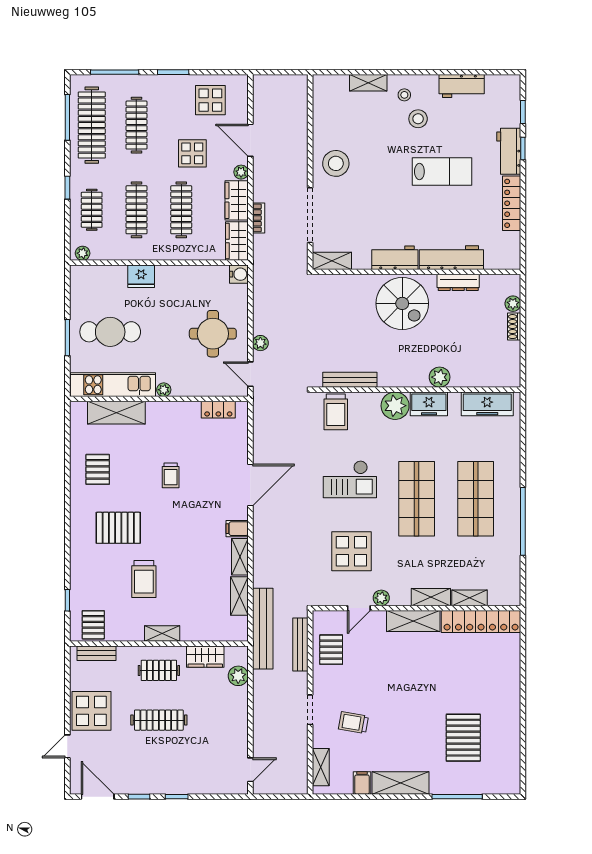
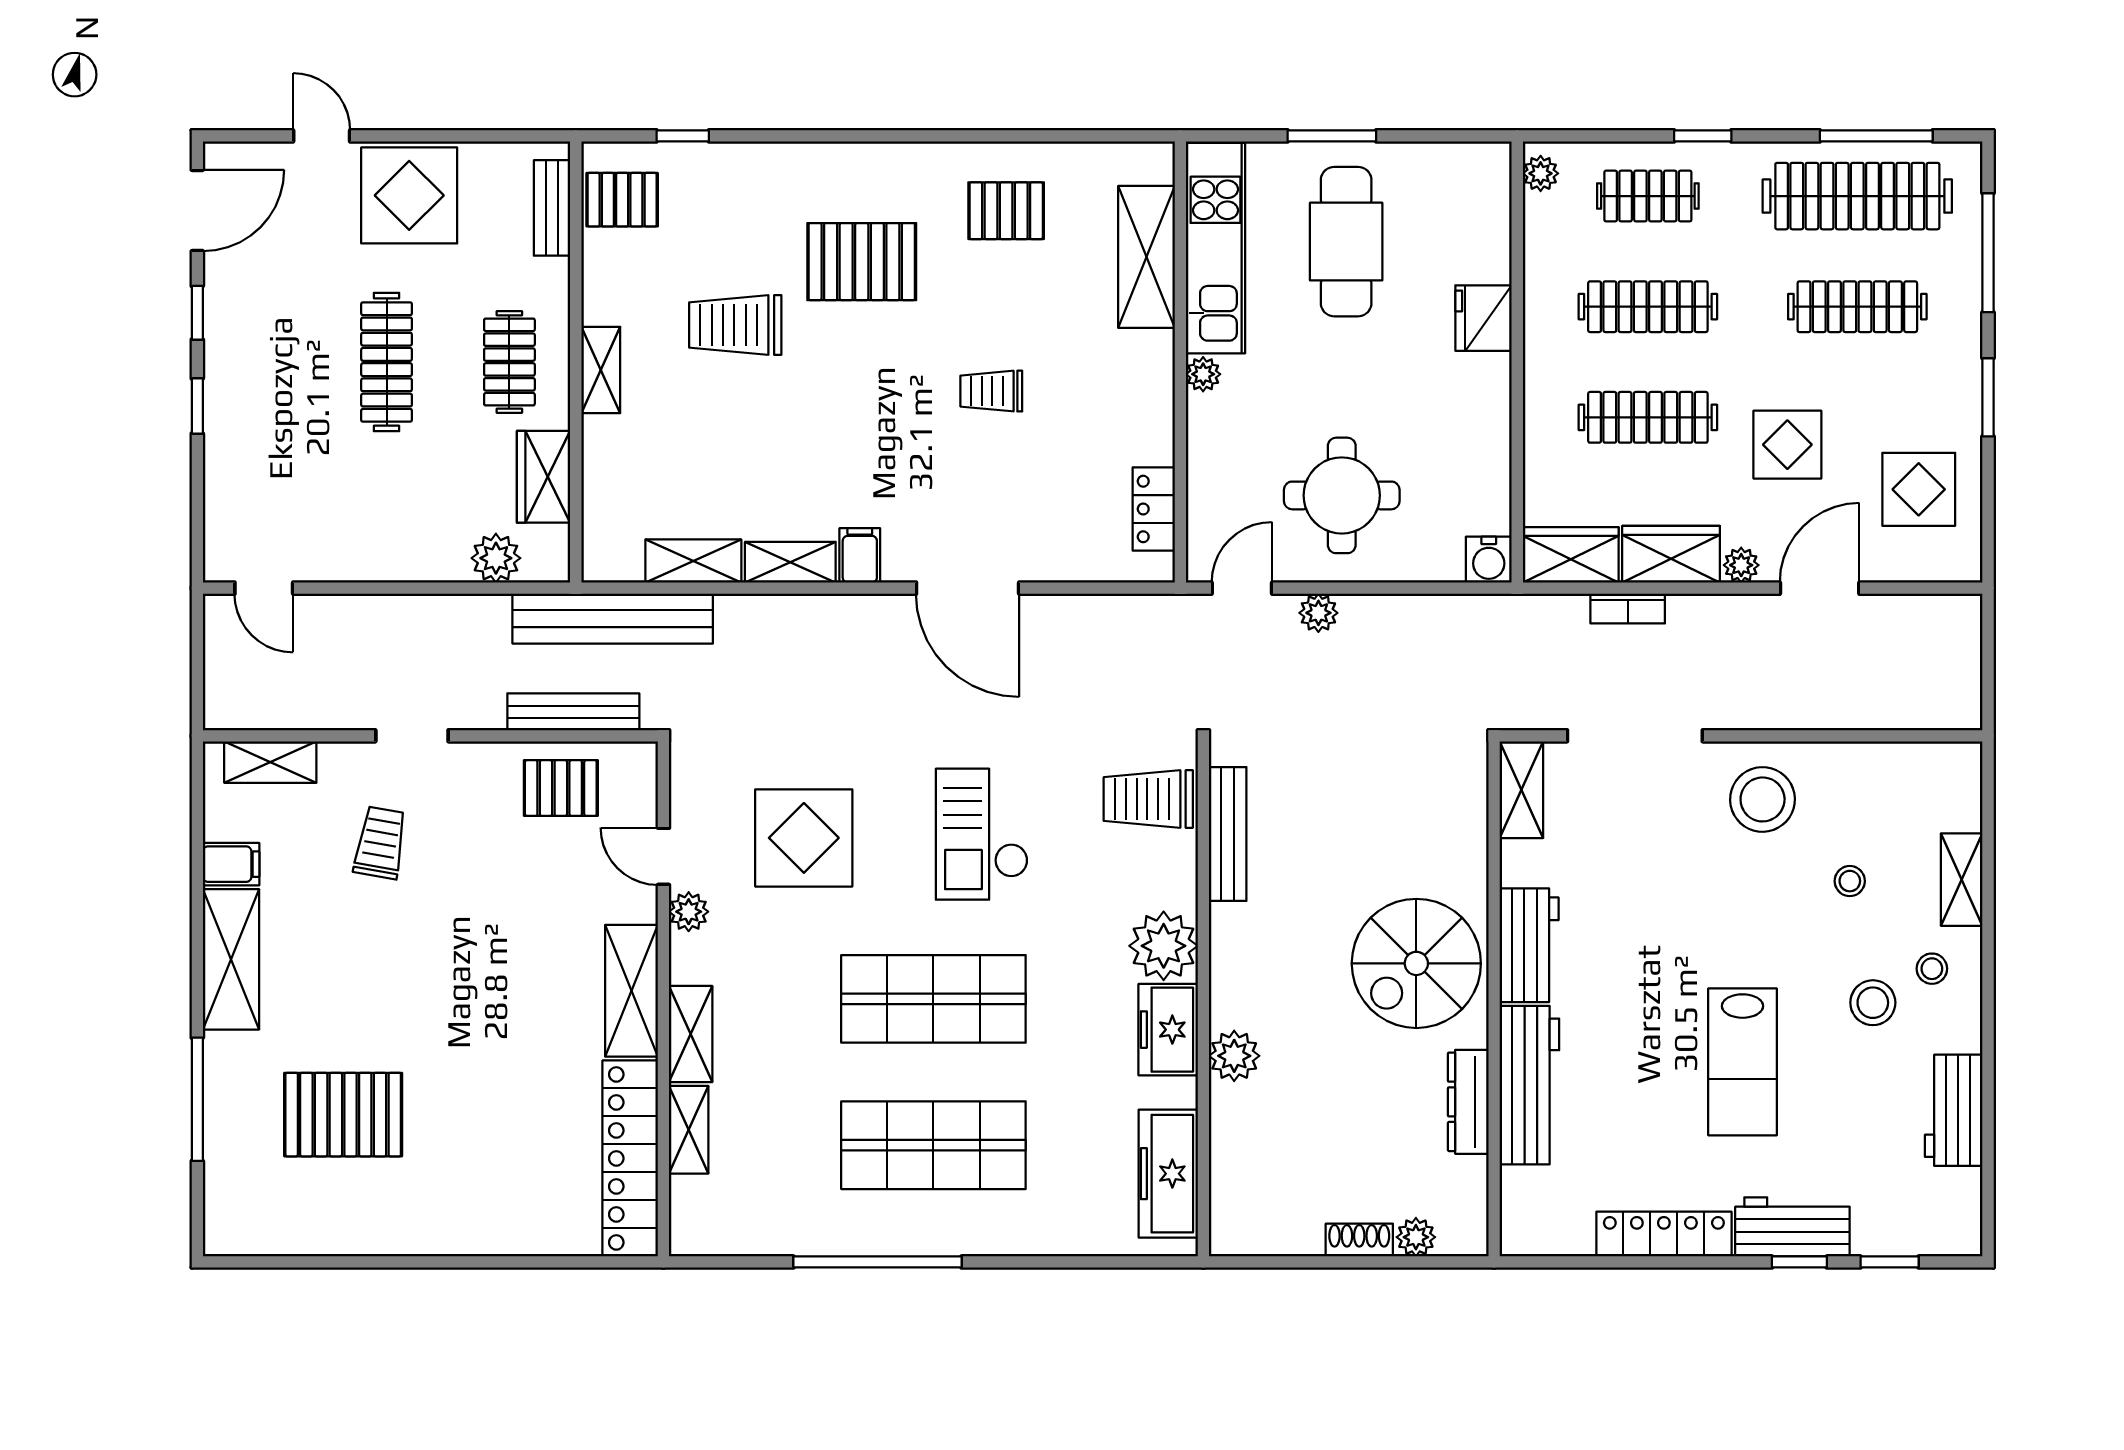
stool: (369, 128) -> (1850, 881), added
pallet: (118, 528) -> (862, 262), turned 90

